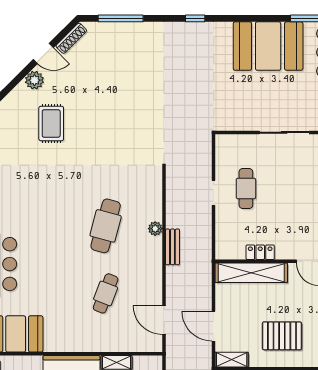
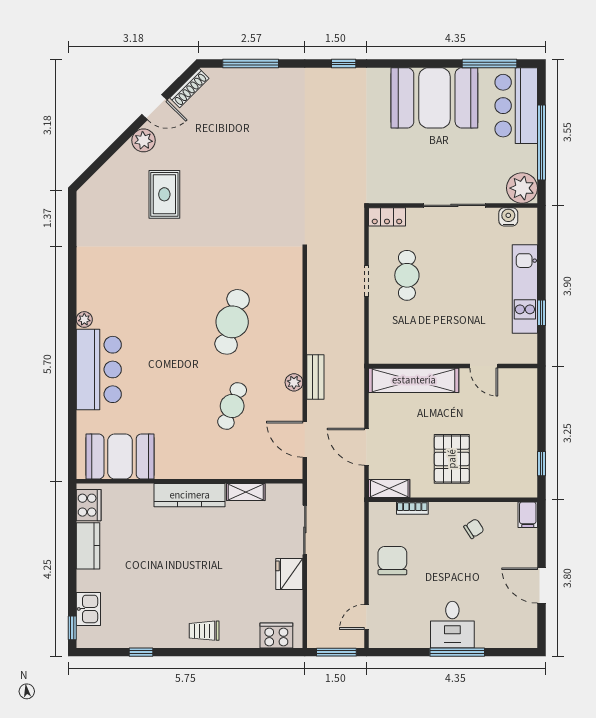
plant: (155, 229) -> (294, 382), moved
bench: (172, 247) -> (315, 377), moved
locker: (260, 252) -> (387, 217), moved, turned 180
pallet: (282, 336) -> (452, 459), turned 90

